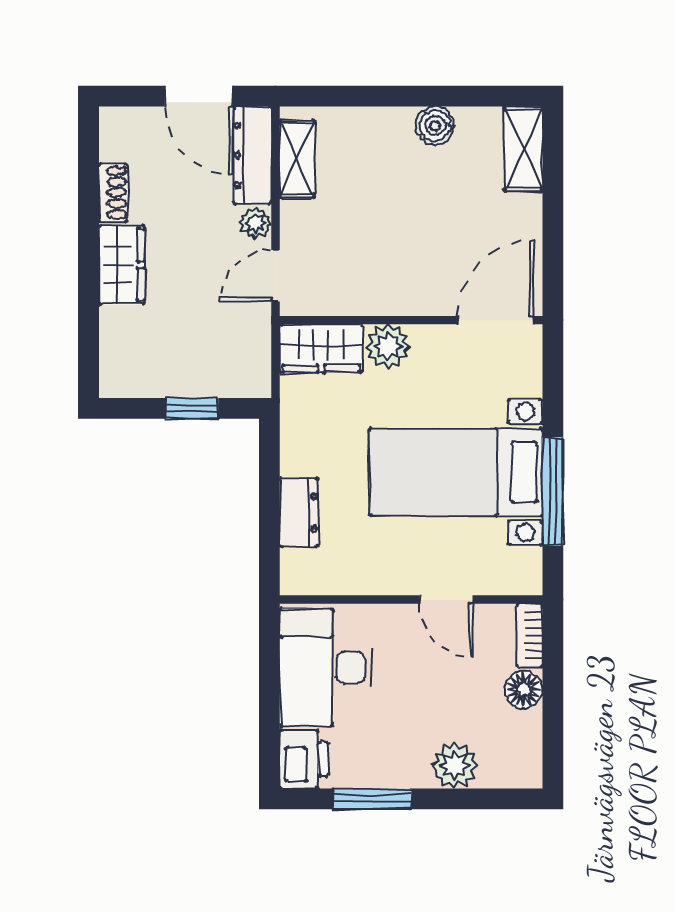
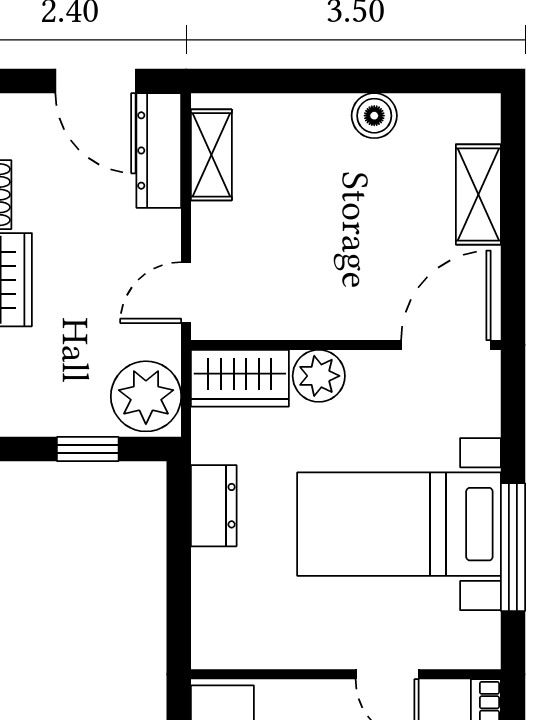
shelving: (523, 149) -> (478, 194), moved
plant: (255, 223) -> (146, 396), moved, width x1.88, depth x1.88
dresser: (299, 512) -> (214, 506), moved

